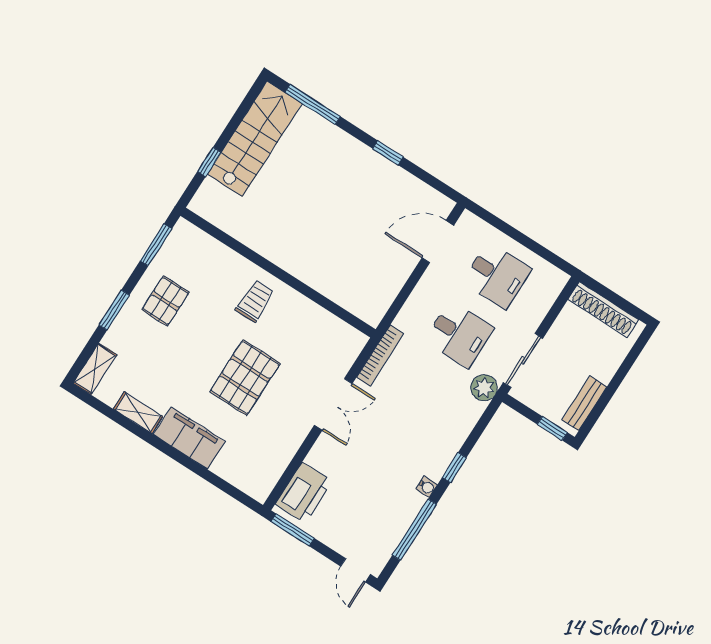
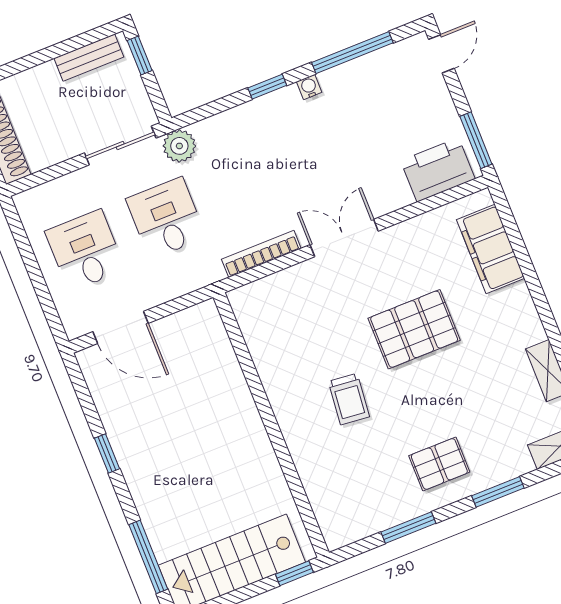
wall: (278, 273) -> (271, 425), moved
trolley: (255, 301) -> (349, 399), turned -84
filing cabinet: (189, 438) -> (491, 249), moved

